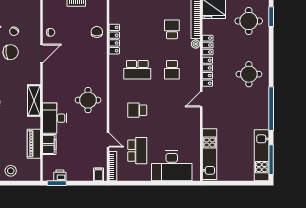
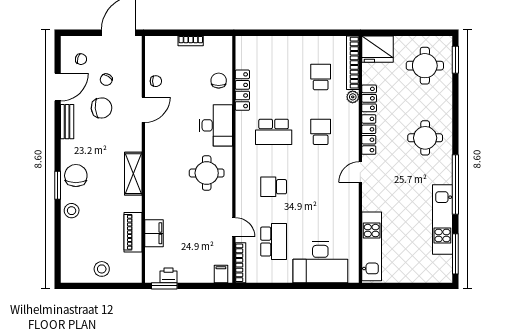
school desk: (172, 70) -> (321, 132), turned 180
desk: (55, 118) -> (216, 125), moved, turned 180
kitchen unit: (262, 155) -> (442, 219), moved

